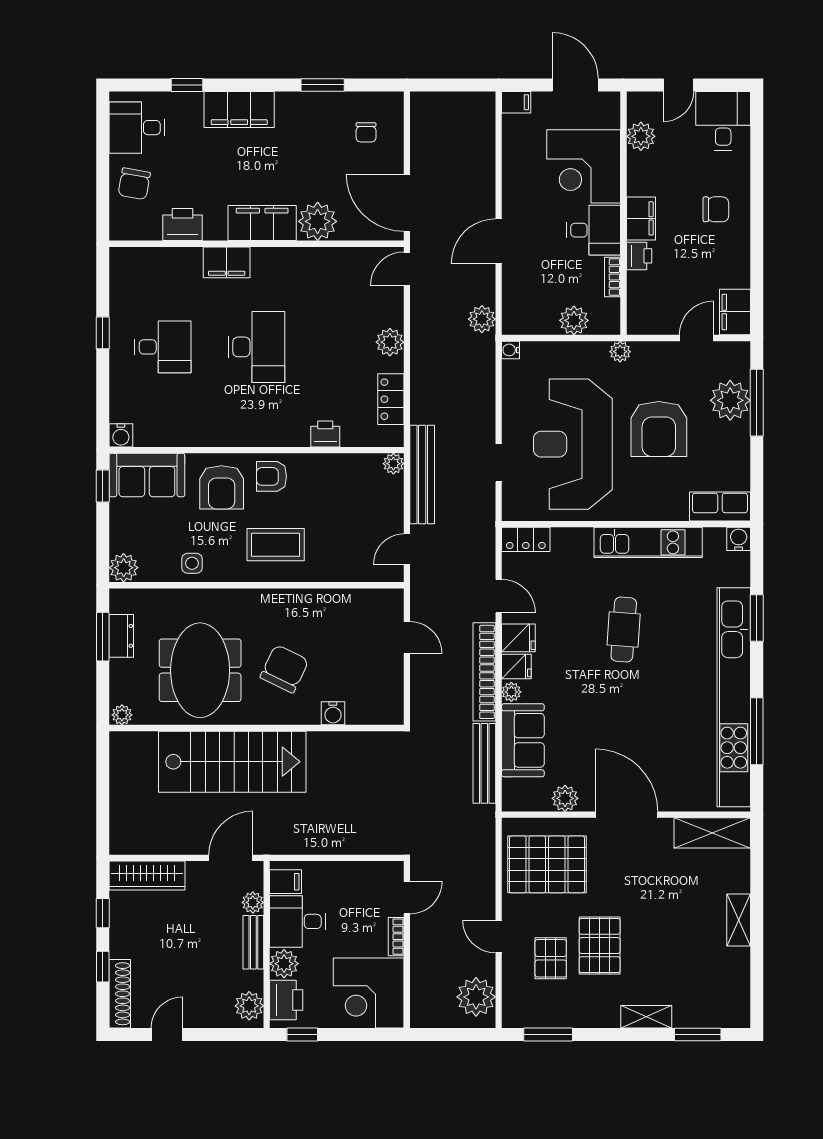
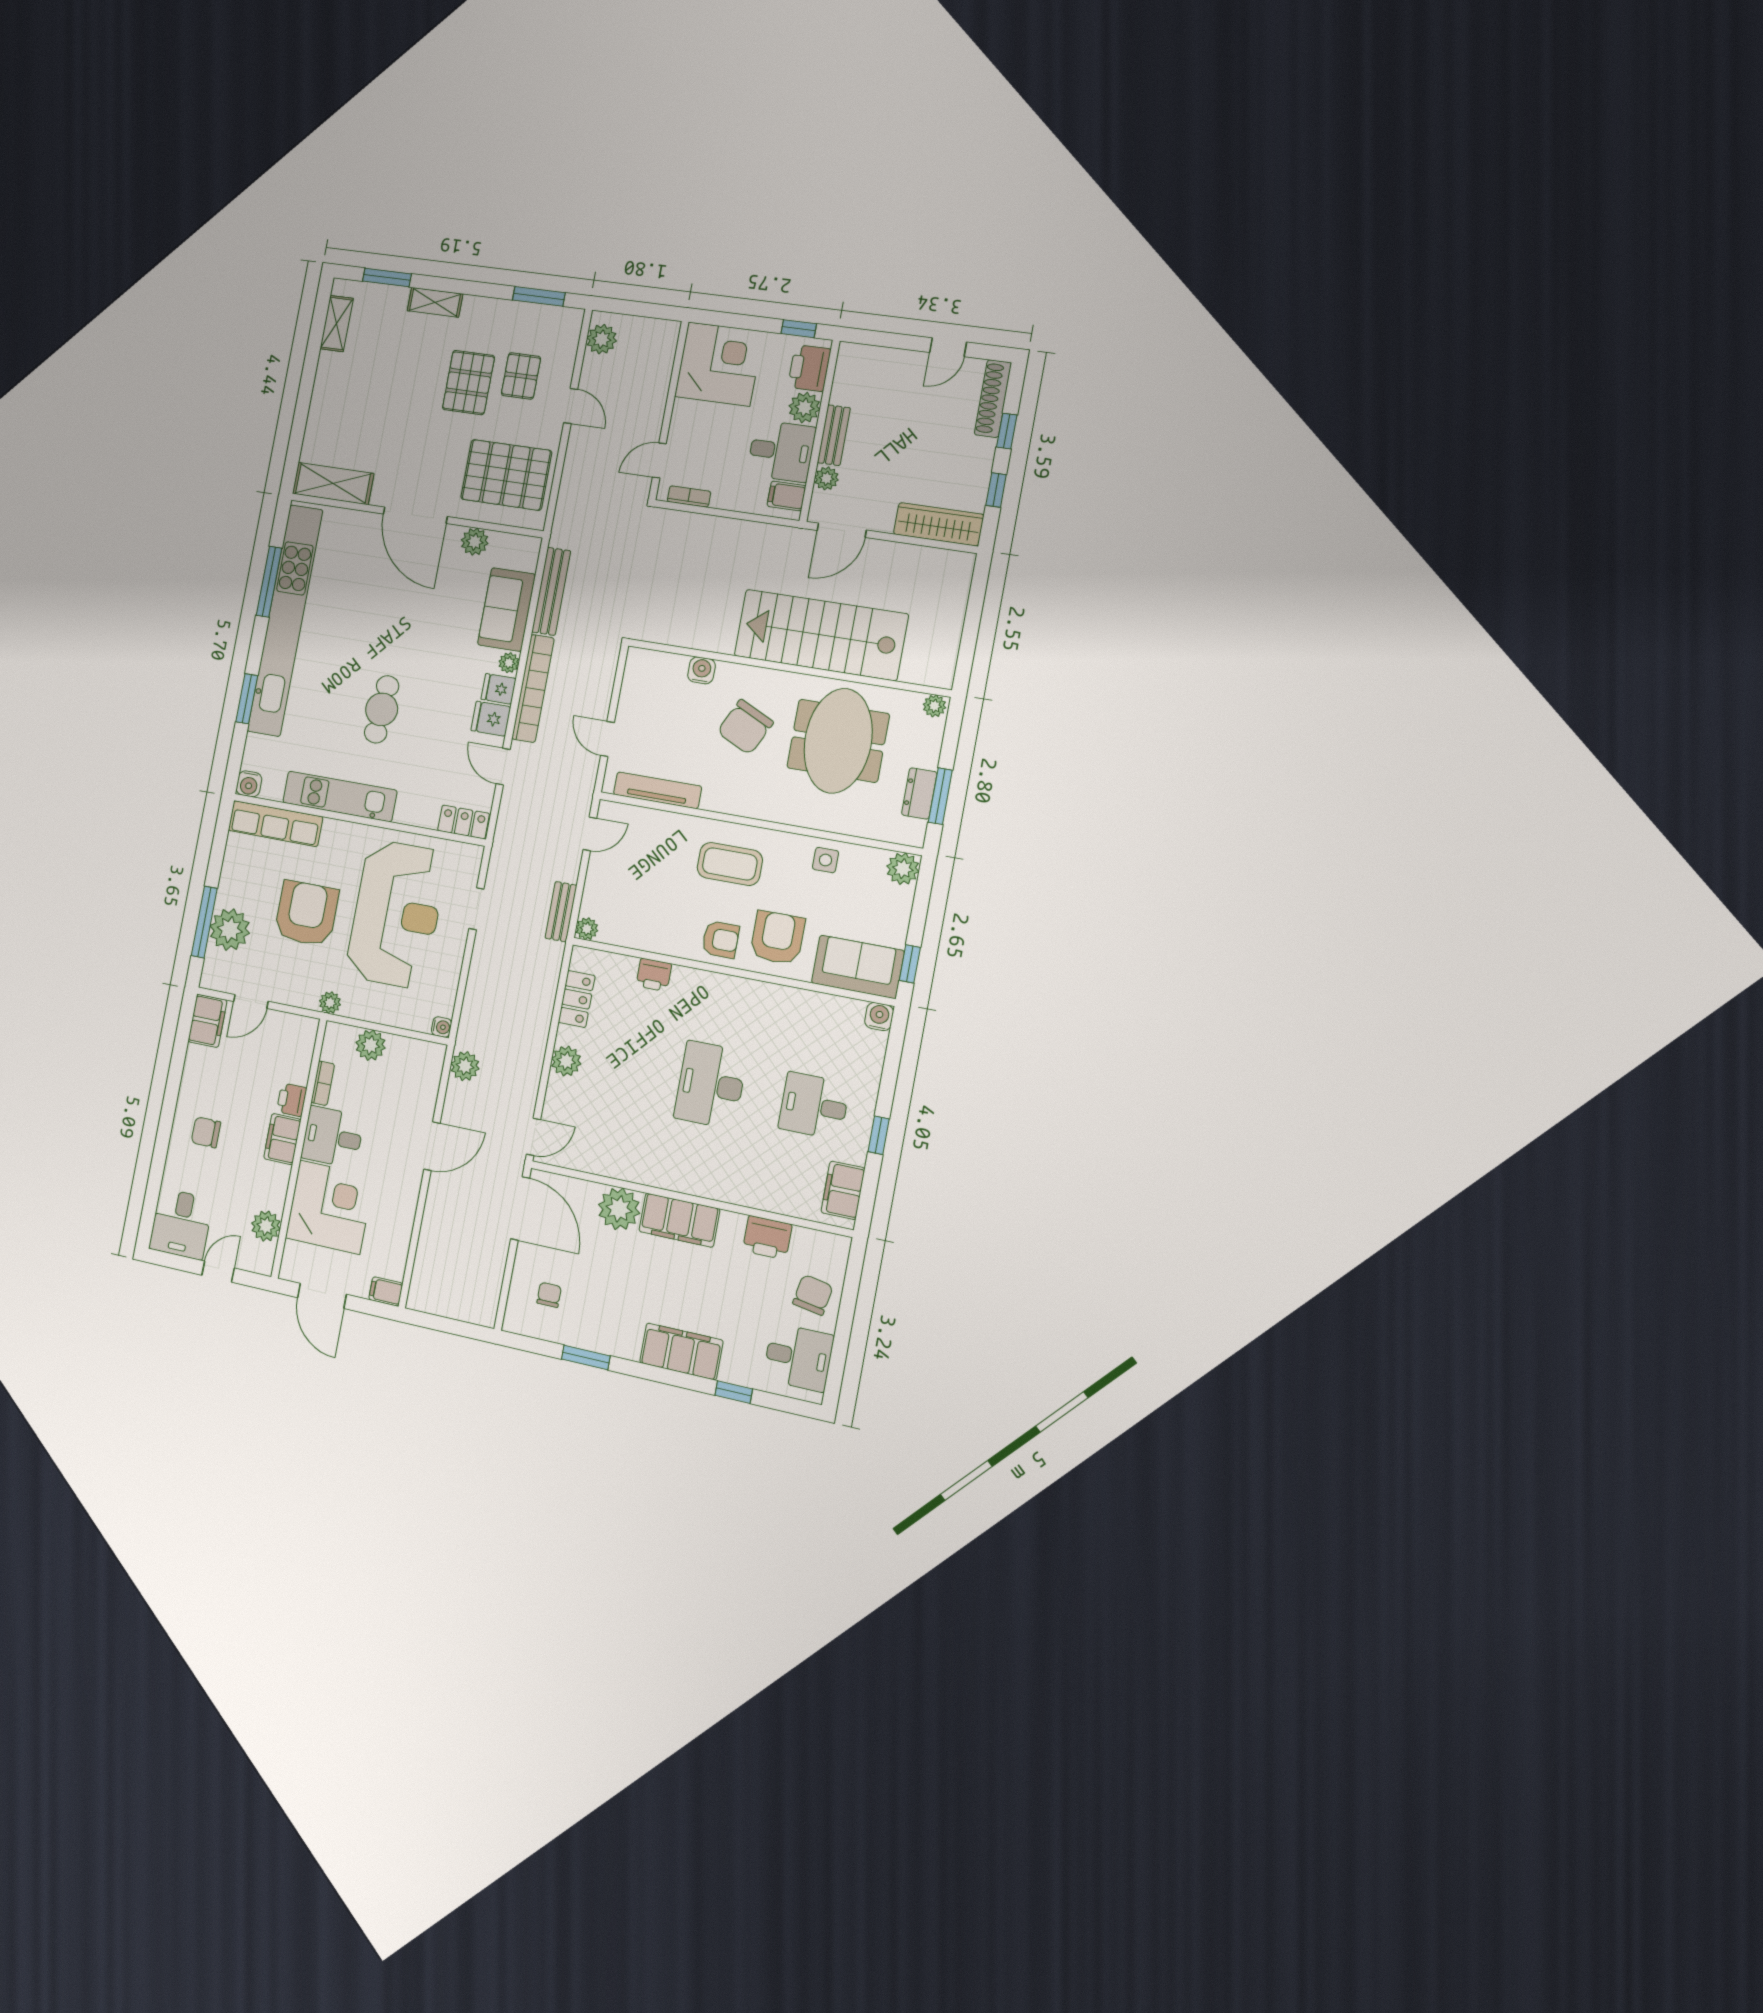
filing cabinet: (227, 262) -> (843, 1190), moved, turned -90
bench: (422, 475) -> (561, 912), width x0.54, depth x0.82
row of seats: (720, 506) -> (275, 824), width x1.48
tv unit: (353, 599) -> (658, 790), added
shelving: (739, 920) -> (337, 324), moved
bookcase: (396, 937) -> (689, 496), moved, turned -90
plant: (476, 997) -> (602, 339), width x0.73, depth x0.73
plant: (249, 1006) -> (851, 367), removed

